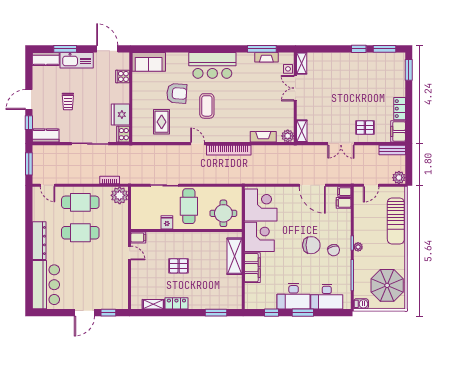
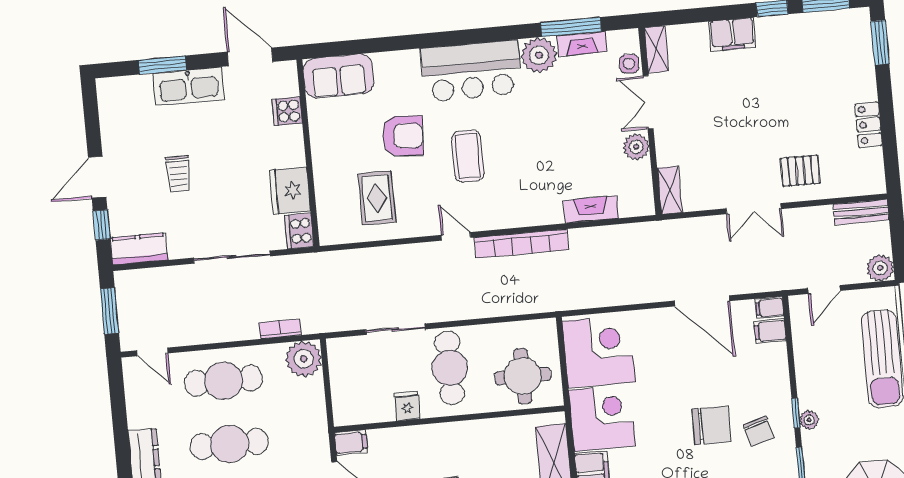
kitchen counter: (46, 59) -> (124, 90), removed
plant: (245, 61) -> (539, 55), added
filing cabinet: (398, 131) -> (732, 34), moved, turned -90
plant: (288, 136) -> (636, 147), moved

